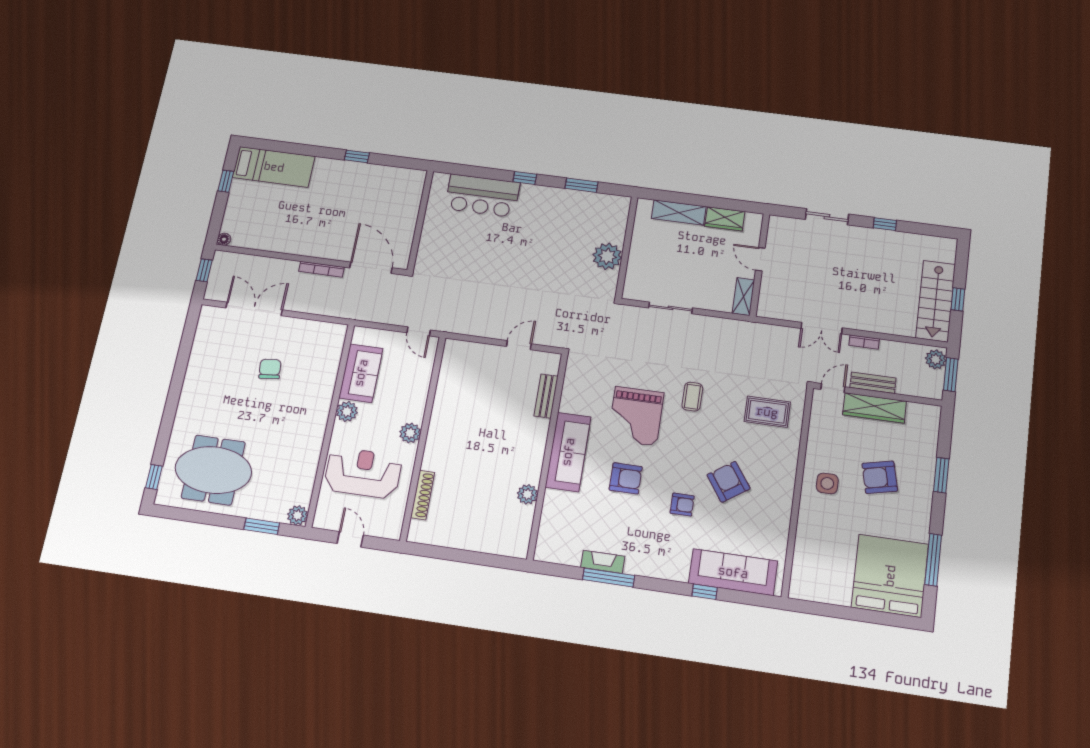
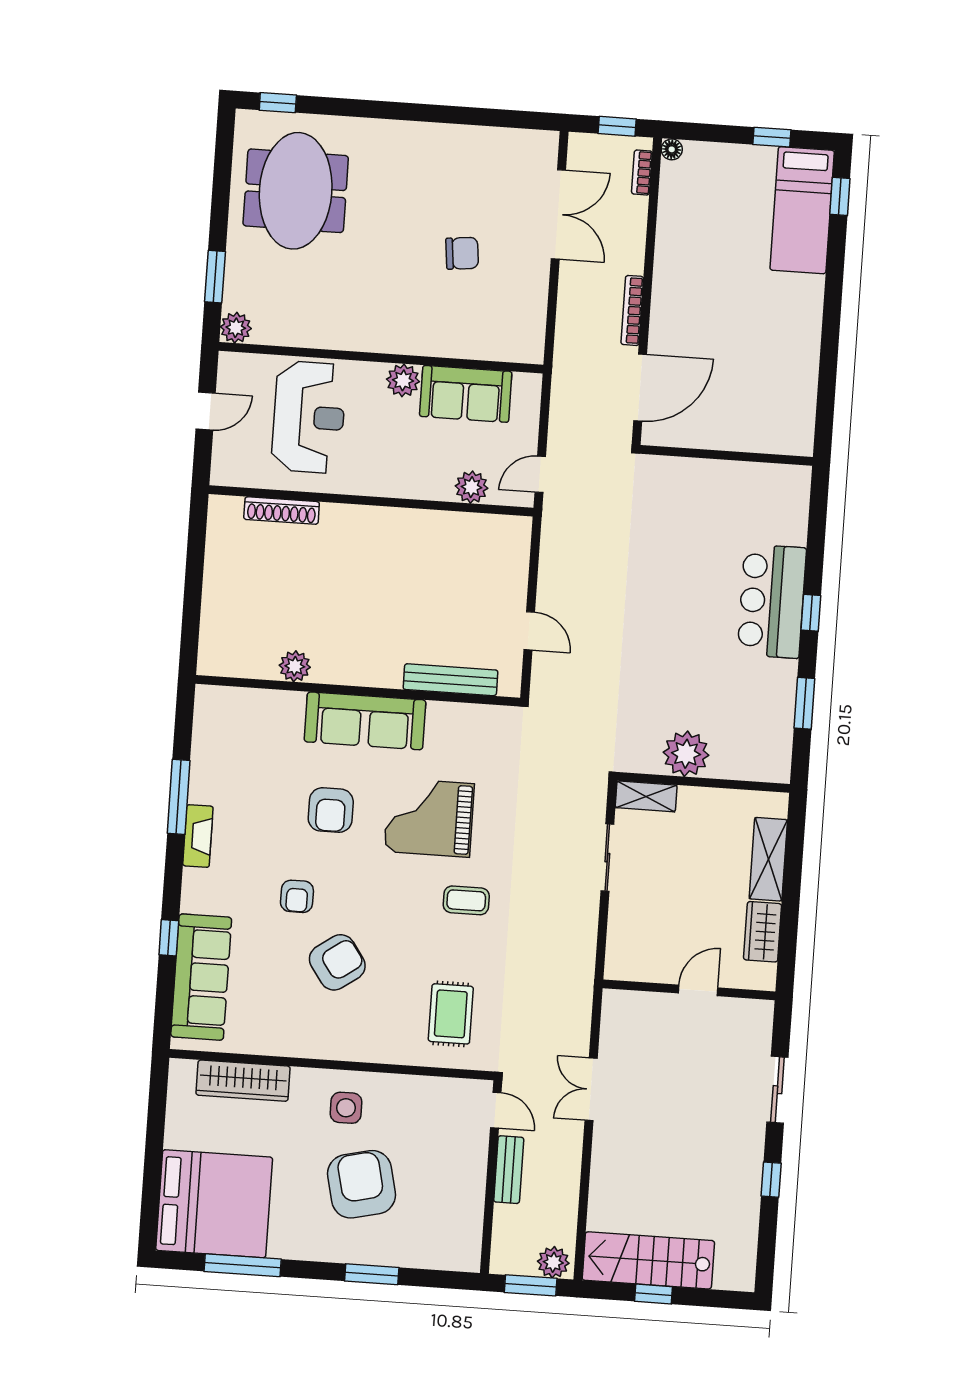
window: (357, 156) -> (840, 196), moved
bar counter: (482, 196) -> (772, 601), moved
shelving: (743, 297) -> (646, 796), moved
bookcase: (864, 342) -> (642, 172), moved
bench: (546, 396) -> (450, 680), width x1.36
wardrobe: (875, 408) -> (243, 1081), moved, turned -90
plant: (410, 433) -> (471, 487), moved
armchair: (880, 477) -> (362, 1184), width x1.36, depth x1.36
fireplace: (603, 562) -> (198, 836), moved

